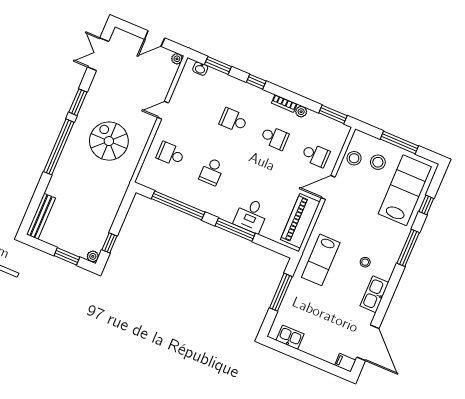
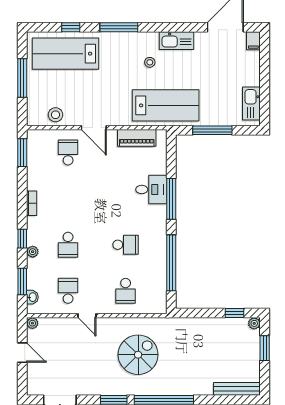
plant: (301, 112) -> (33, 252), moved
school desk: (275, 138) -> (68, 291), moved
spiral stairs: (109, 141) -> (138, 355), turned 180
stool: (378, 162) -> (50, 91), removed
piano: (300, 221) -> (137, 138), width x0.73, depth x0.75
lab bench: (321, 260) -> (166, 105), width x1.36, depth x1.39
kitchen sink: (290, 337) -> (251, 103), width x1.38

